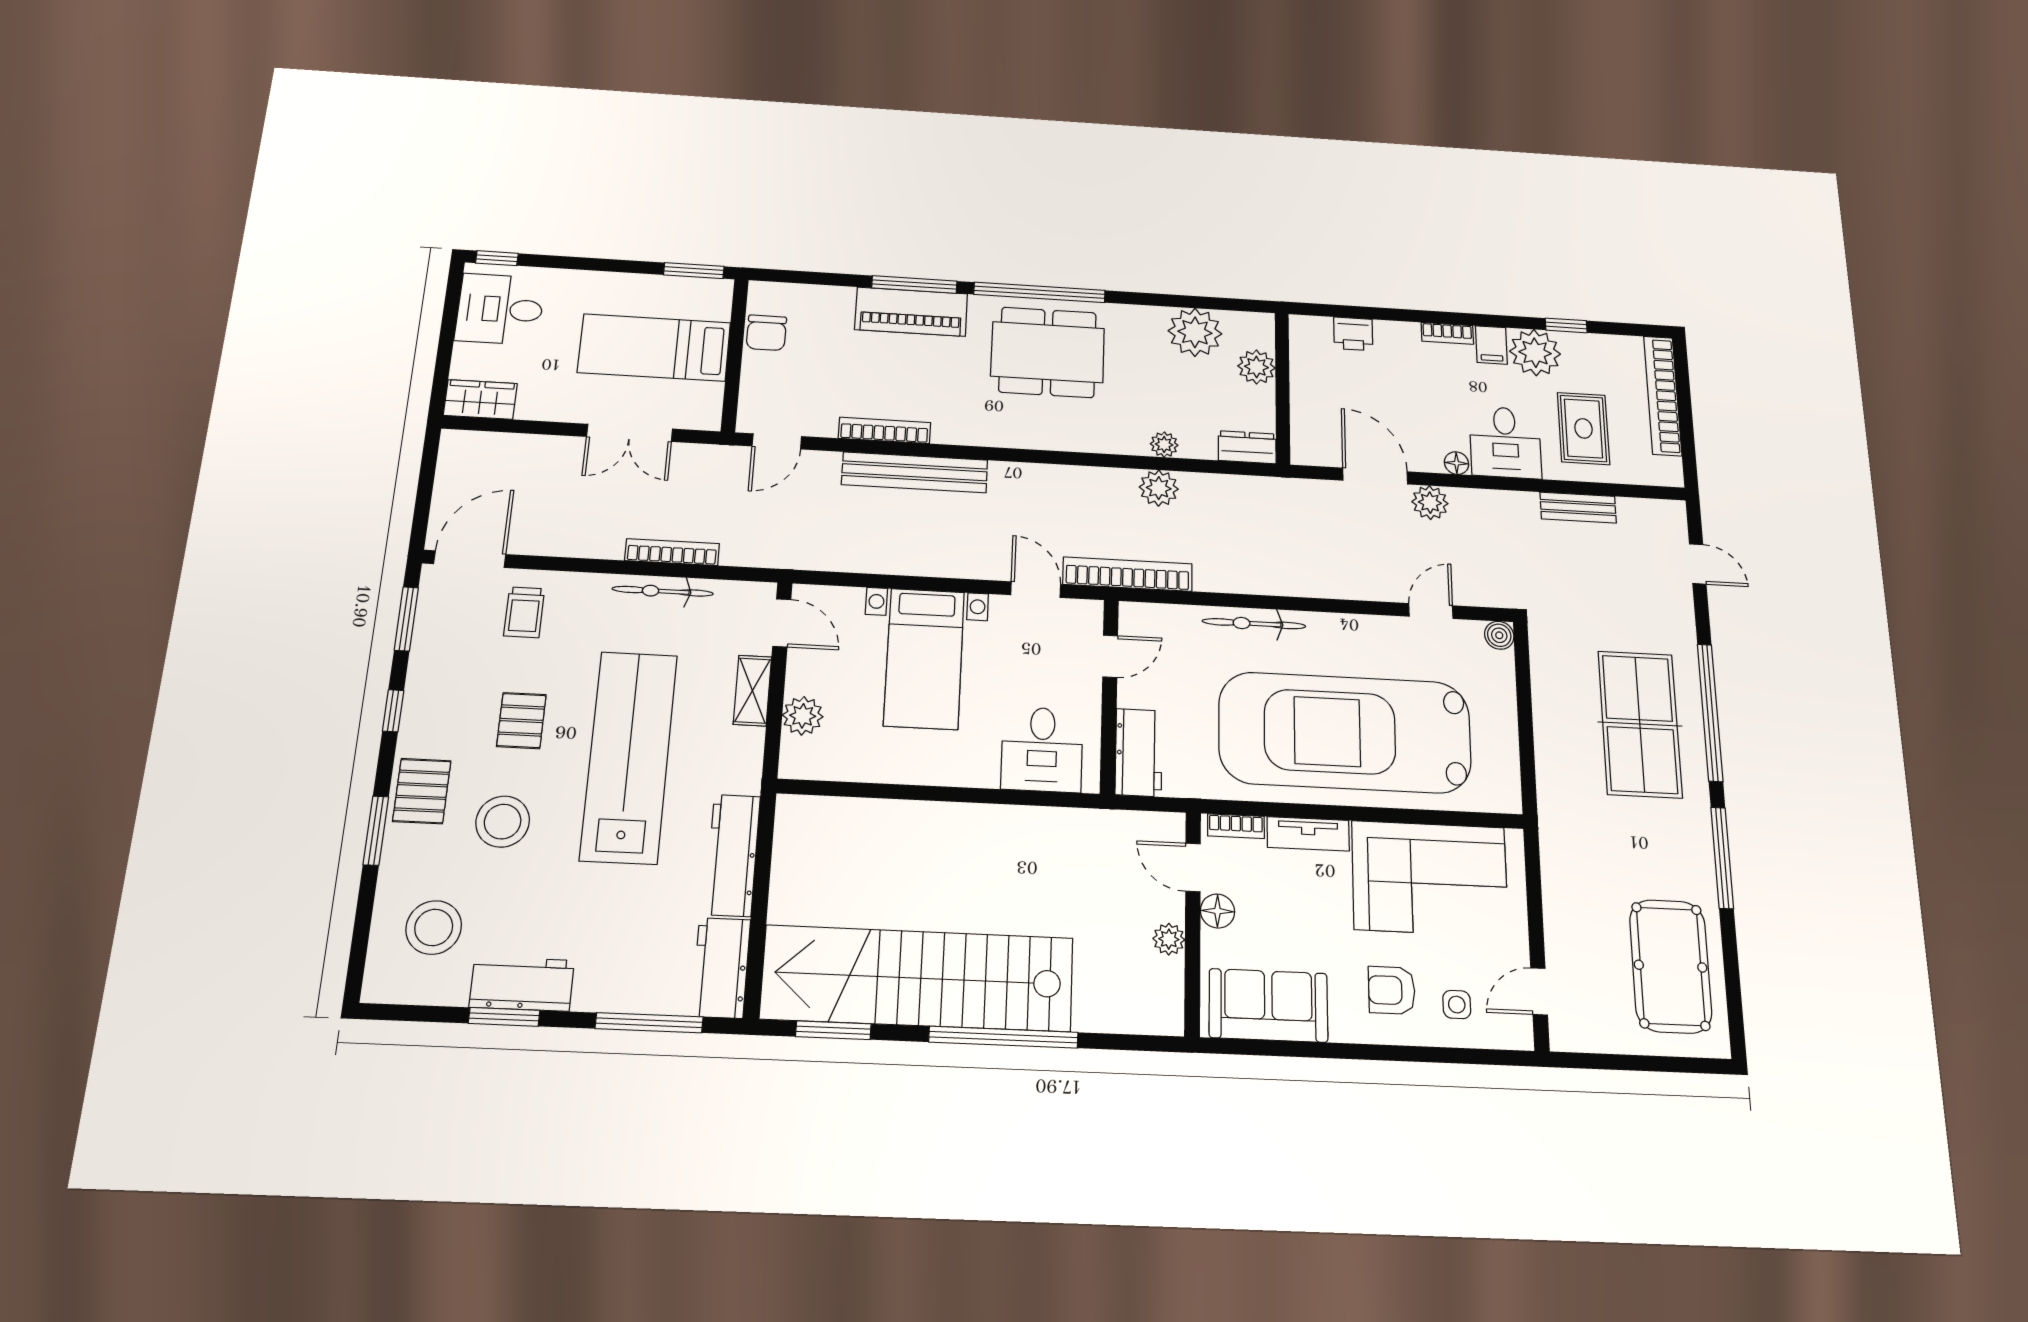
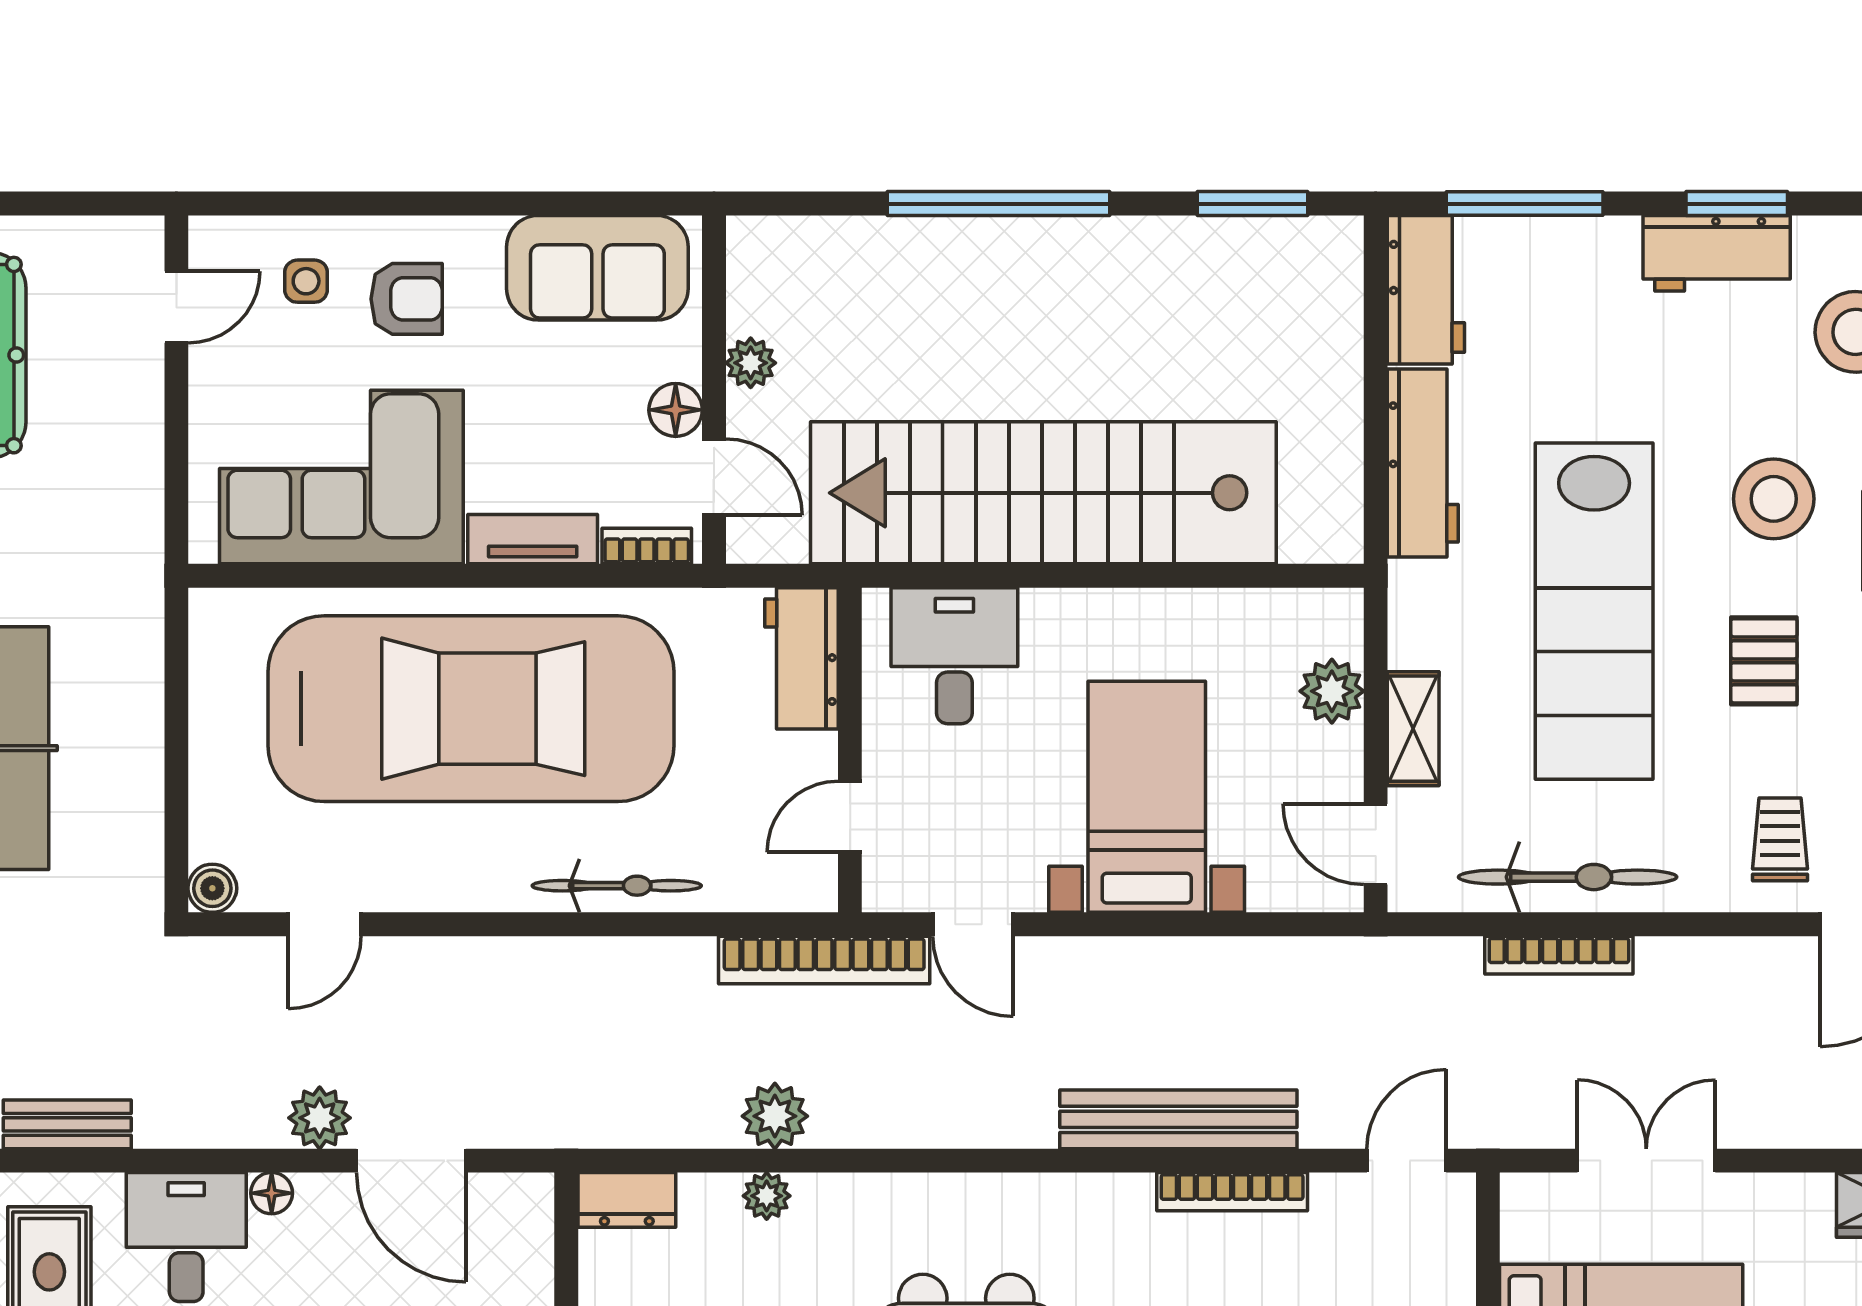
bicycle: (663, 591) -> (1568, 877), width x1.37, depth x1.40
stairs: (918, 978) -> (1043, 493), moved, turned 180

